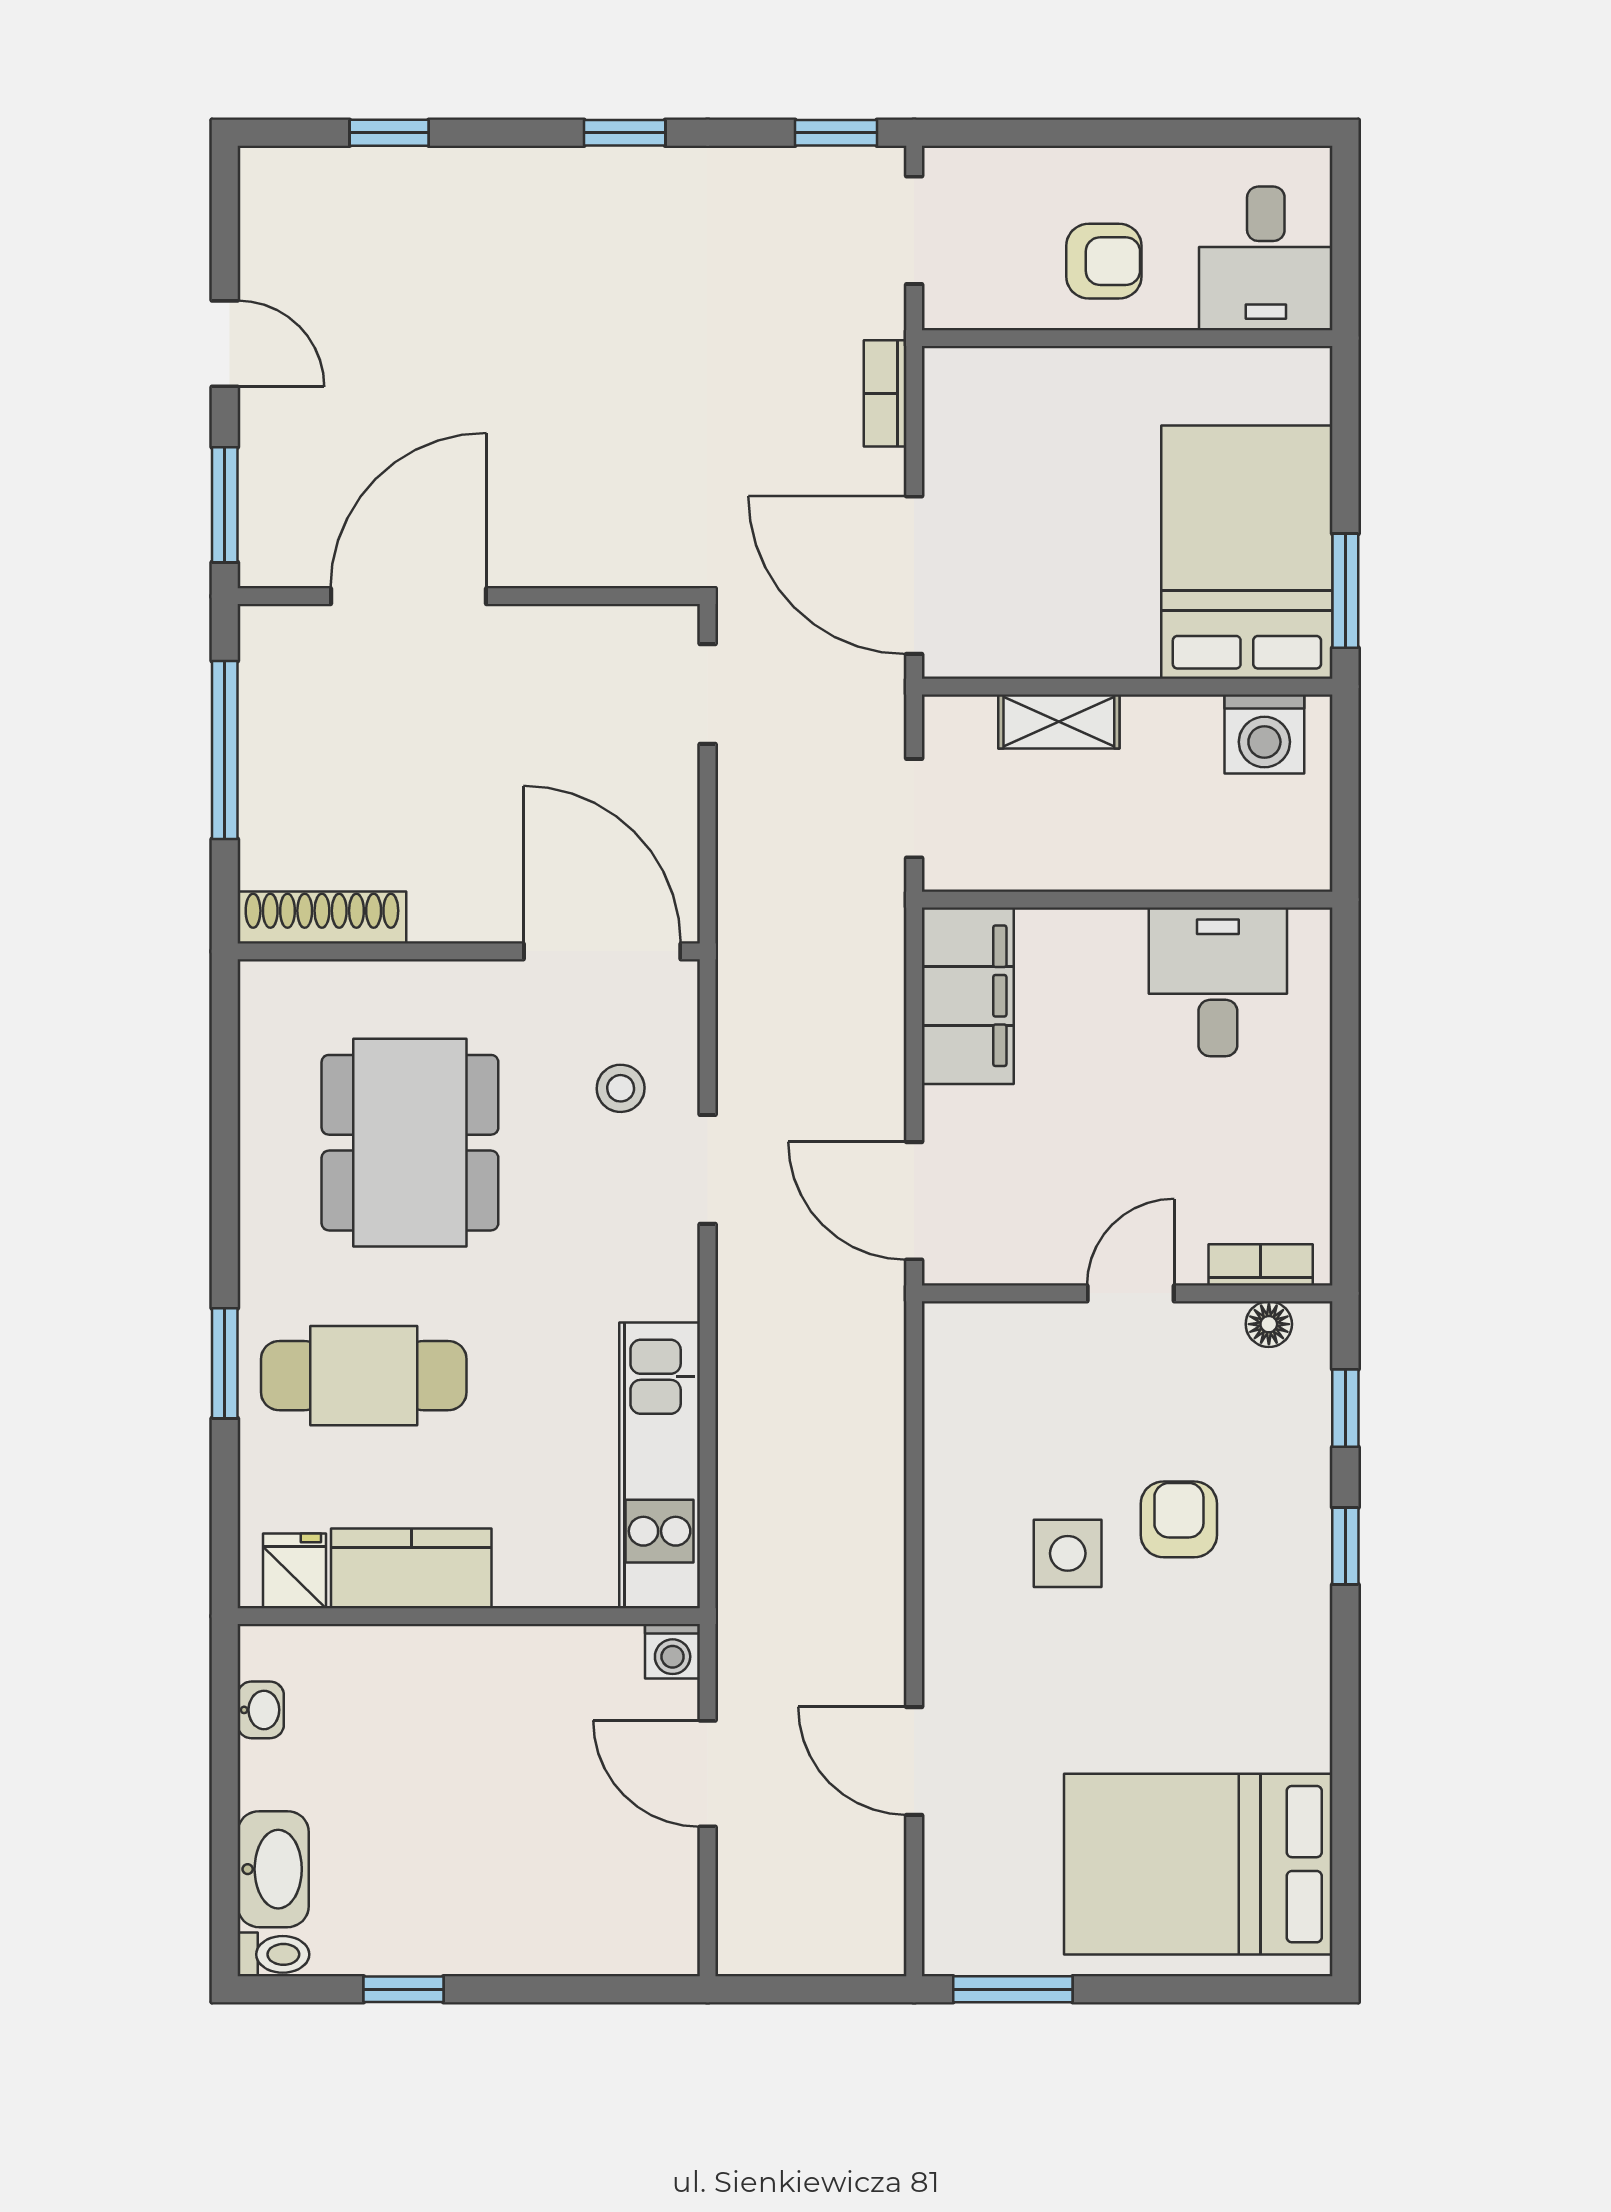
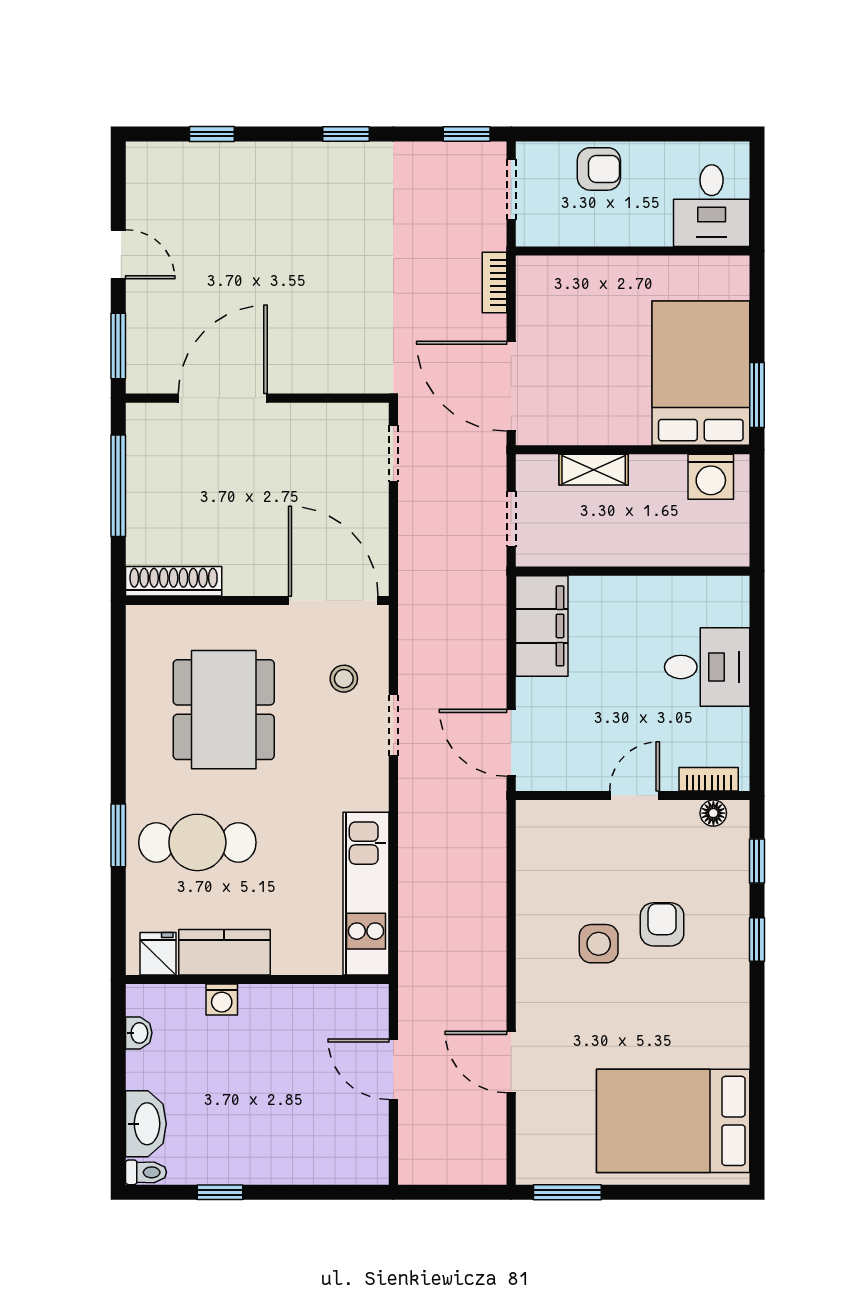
armchair: (1104, 261) -> (599, 169), moved
desk: (1218, 982) -> (707, 667), moved, turned 90
washing machine: (673, 1651) -> (222, 1000), moved

